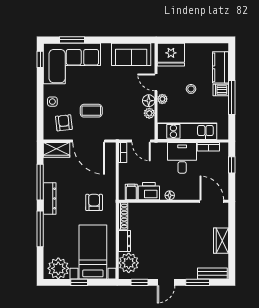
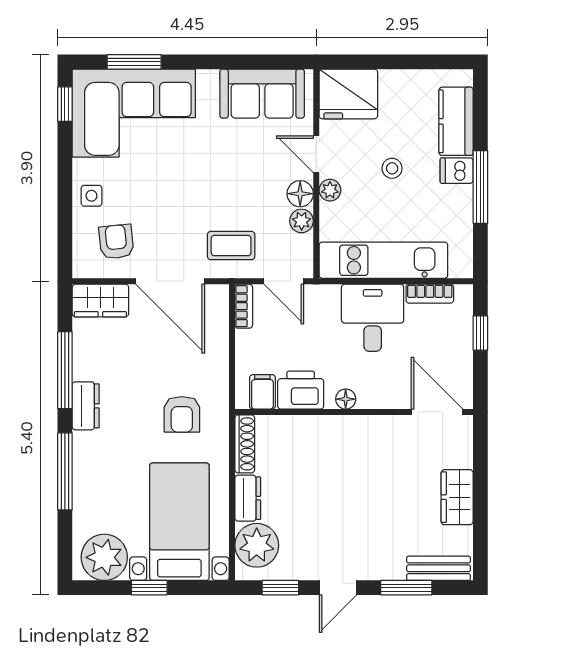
coffee table: (91, 111) -> (231, 246), moved
dresser: (50, 199) -> (86, 406), width x0.70
armchair: (94, 202) -> (182, 414), turned 180

